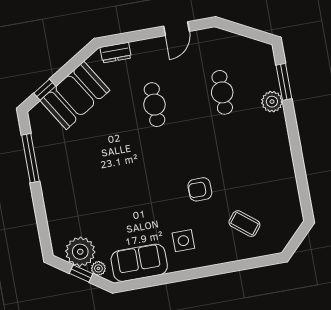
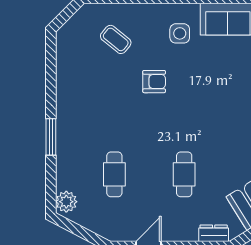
window: (284, 82) -> (51, 137), moved
plant: (272, 102) -> (66, 202), moved

